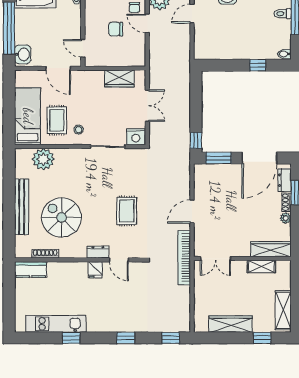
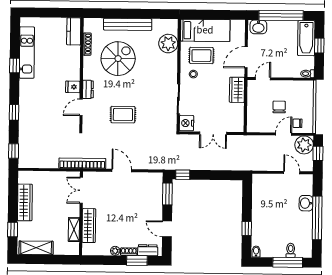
wardrobe: (119, 78) -> (237, 90), moved
door: (259, 158) -> (167, 229), width x0.53
wardrobe: (271, 249) -> (89, 226), moved

